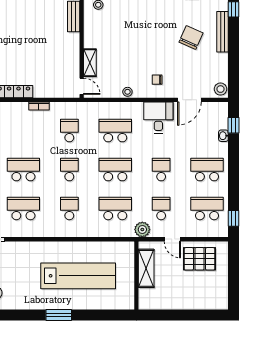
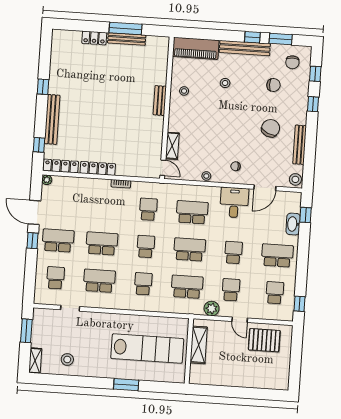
bench: (223, 32) -> (300, 145), moved
washbasin: (223, 136) -> (293, 224), width x1.91, depth x1.45
school desk: (207, 209) -> (275, 293), width x0.54
shelving: (146, 268) -> (199, 345), moved
wall: (136, 275) -> (189, 351), moved

